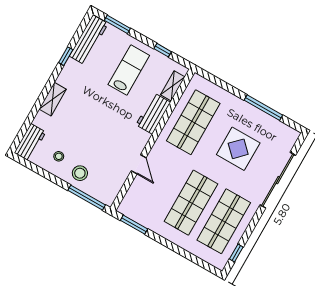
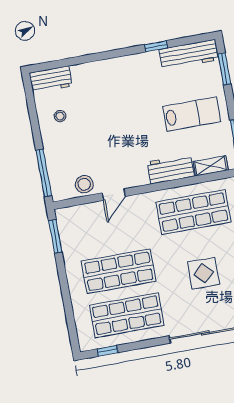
shelving: (53, 99) -> (107, 67), removed
display table: (238, 149) -> (204, 273), width x0.73, depth x0.73
stool: (80, 173) -> (84, 184), moved

